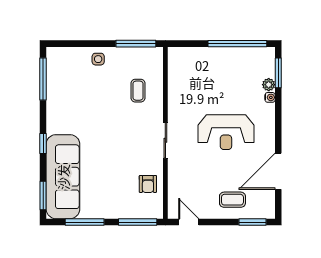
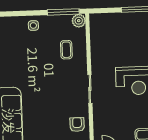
plant: (155, 55) -> (79, 21), added
armchair: (148, 184) -> (77, 125), turned 180

